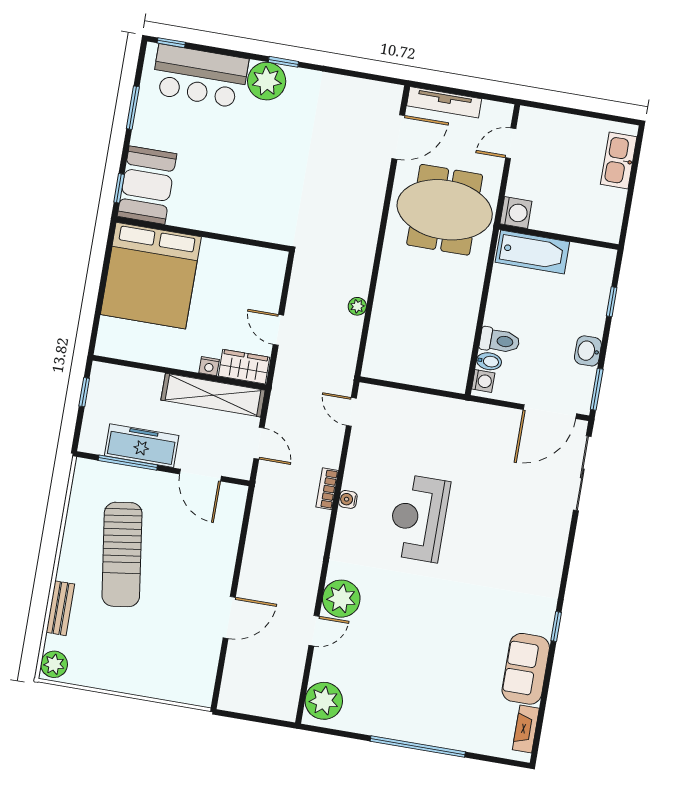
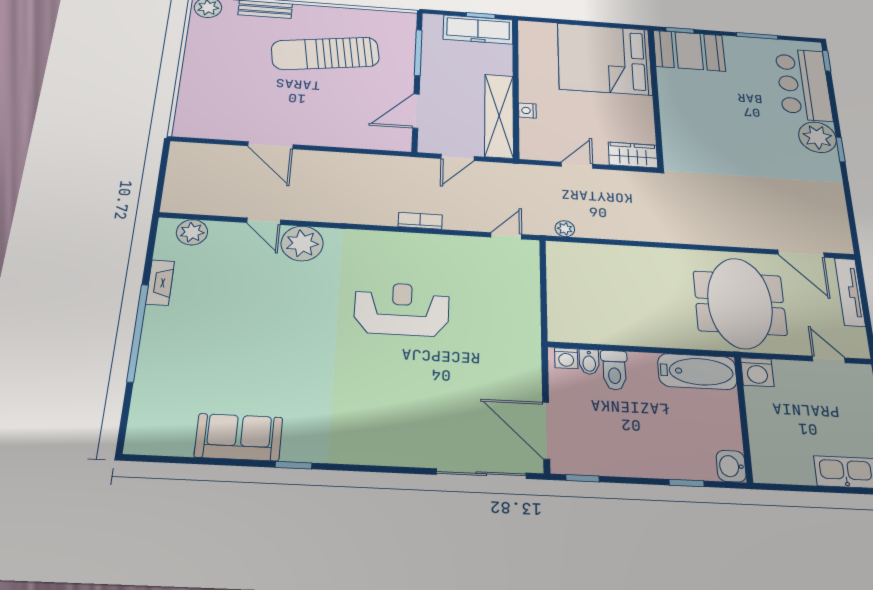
bathtub: (532, 252) -> (697, 372), moved, turned -90
plant: (357, 306) -> (565, 229), moved
washbasin: (588, 351) -> (731, 466), moved, turned -90
wardrobe: (244, 367) -> (633, 155), moved, turned -90
window: (597, 389) -> (582, 478), width x0.67
freezer: (142, 446) -> (478, 30), moved, turned 90
water cooler: (348, 499) -> (412, 241), removed
plant: (324, 701) -> (192, 232), width x0.73, depth x0.73
fireplace: (526, 729) -> (160, 283), moved, turned 90

